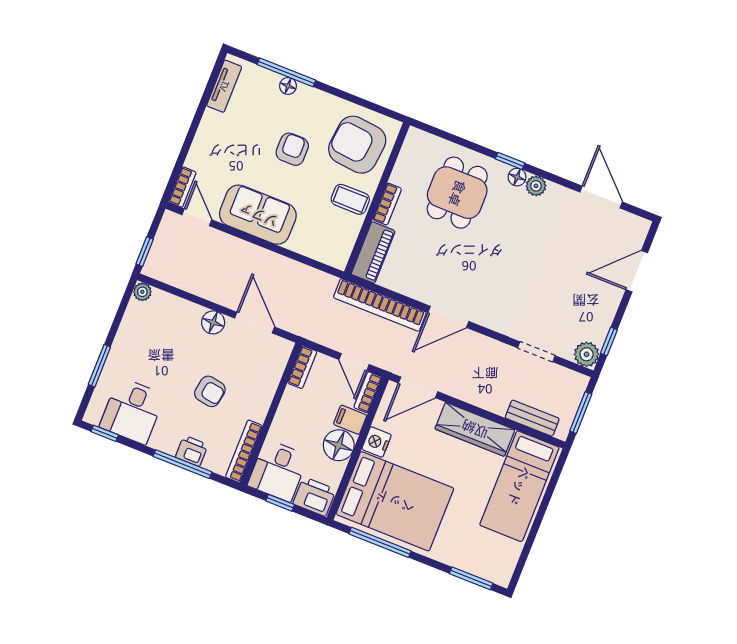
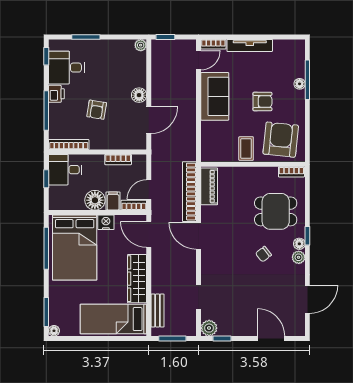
tv unit: (224, 86) -> (250, 45), moved, width x1.41
bookcase: (387, 204) -> (291, 172), moved
chair: (512, 234) -> (263, 254), added
piano: (373, 253) -> (209, 186), moved, turned -90
bookcase: (302, 367) -> (118, 160), moved
printer: (192, 451) -> (56, 94), moved
printer: (314, 497) -> (58, 198), removed
floor lamp: (502, 578) -> (54, 331), added

